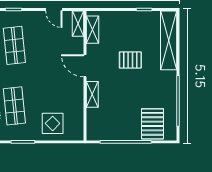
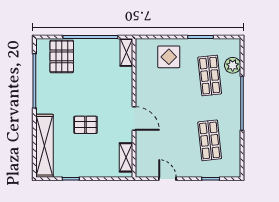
shelving: (78, 24) -> (142, 164), removed
shelving: (92, 94) -> (126, 52), moved

